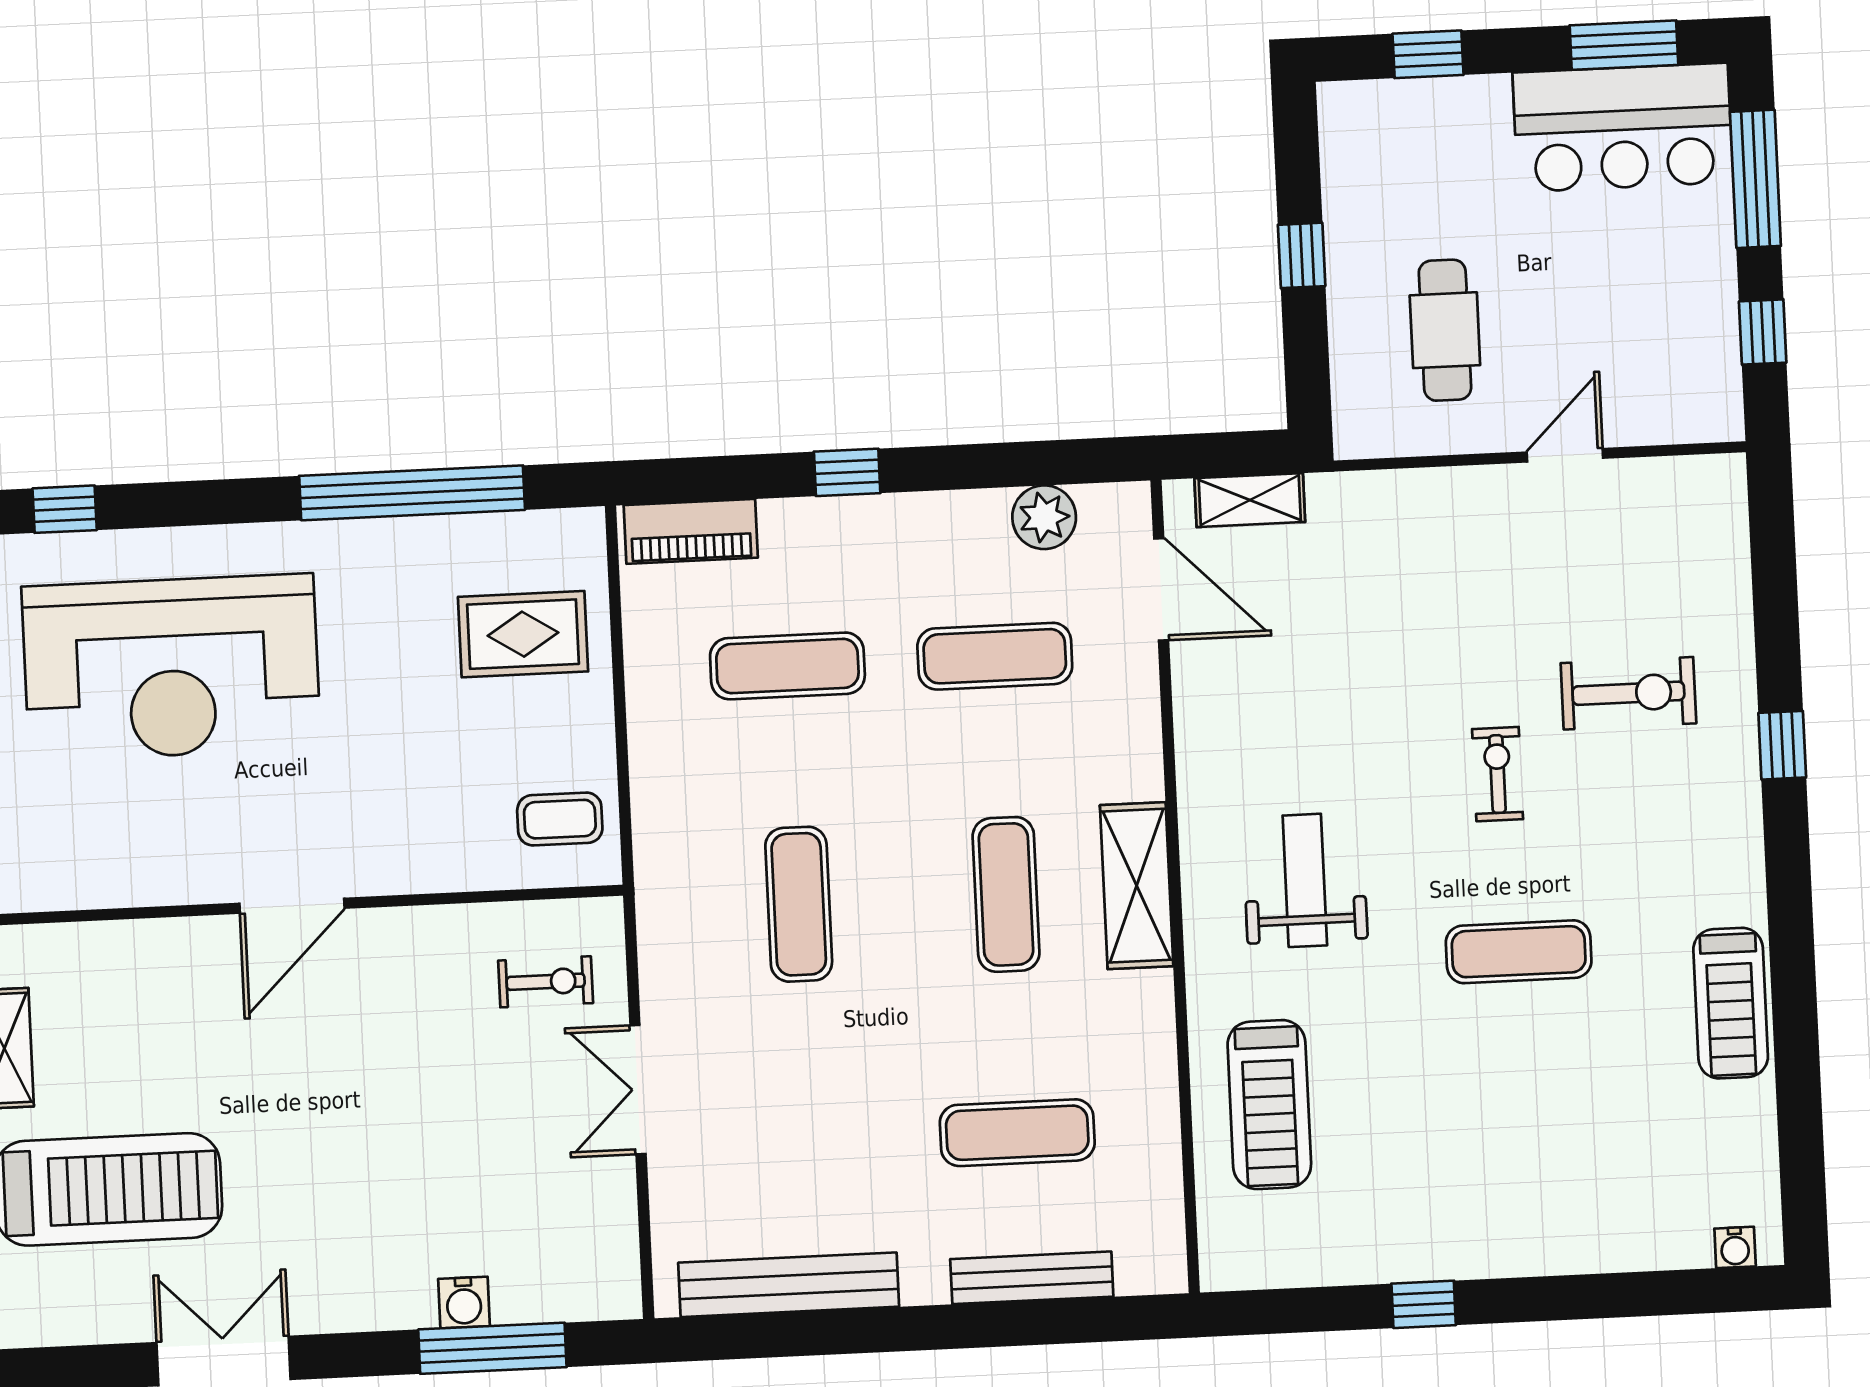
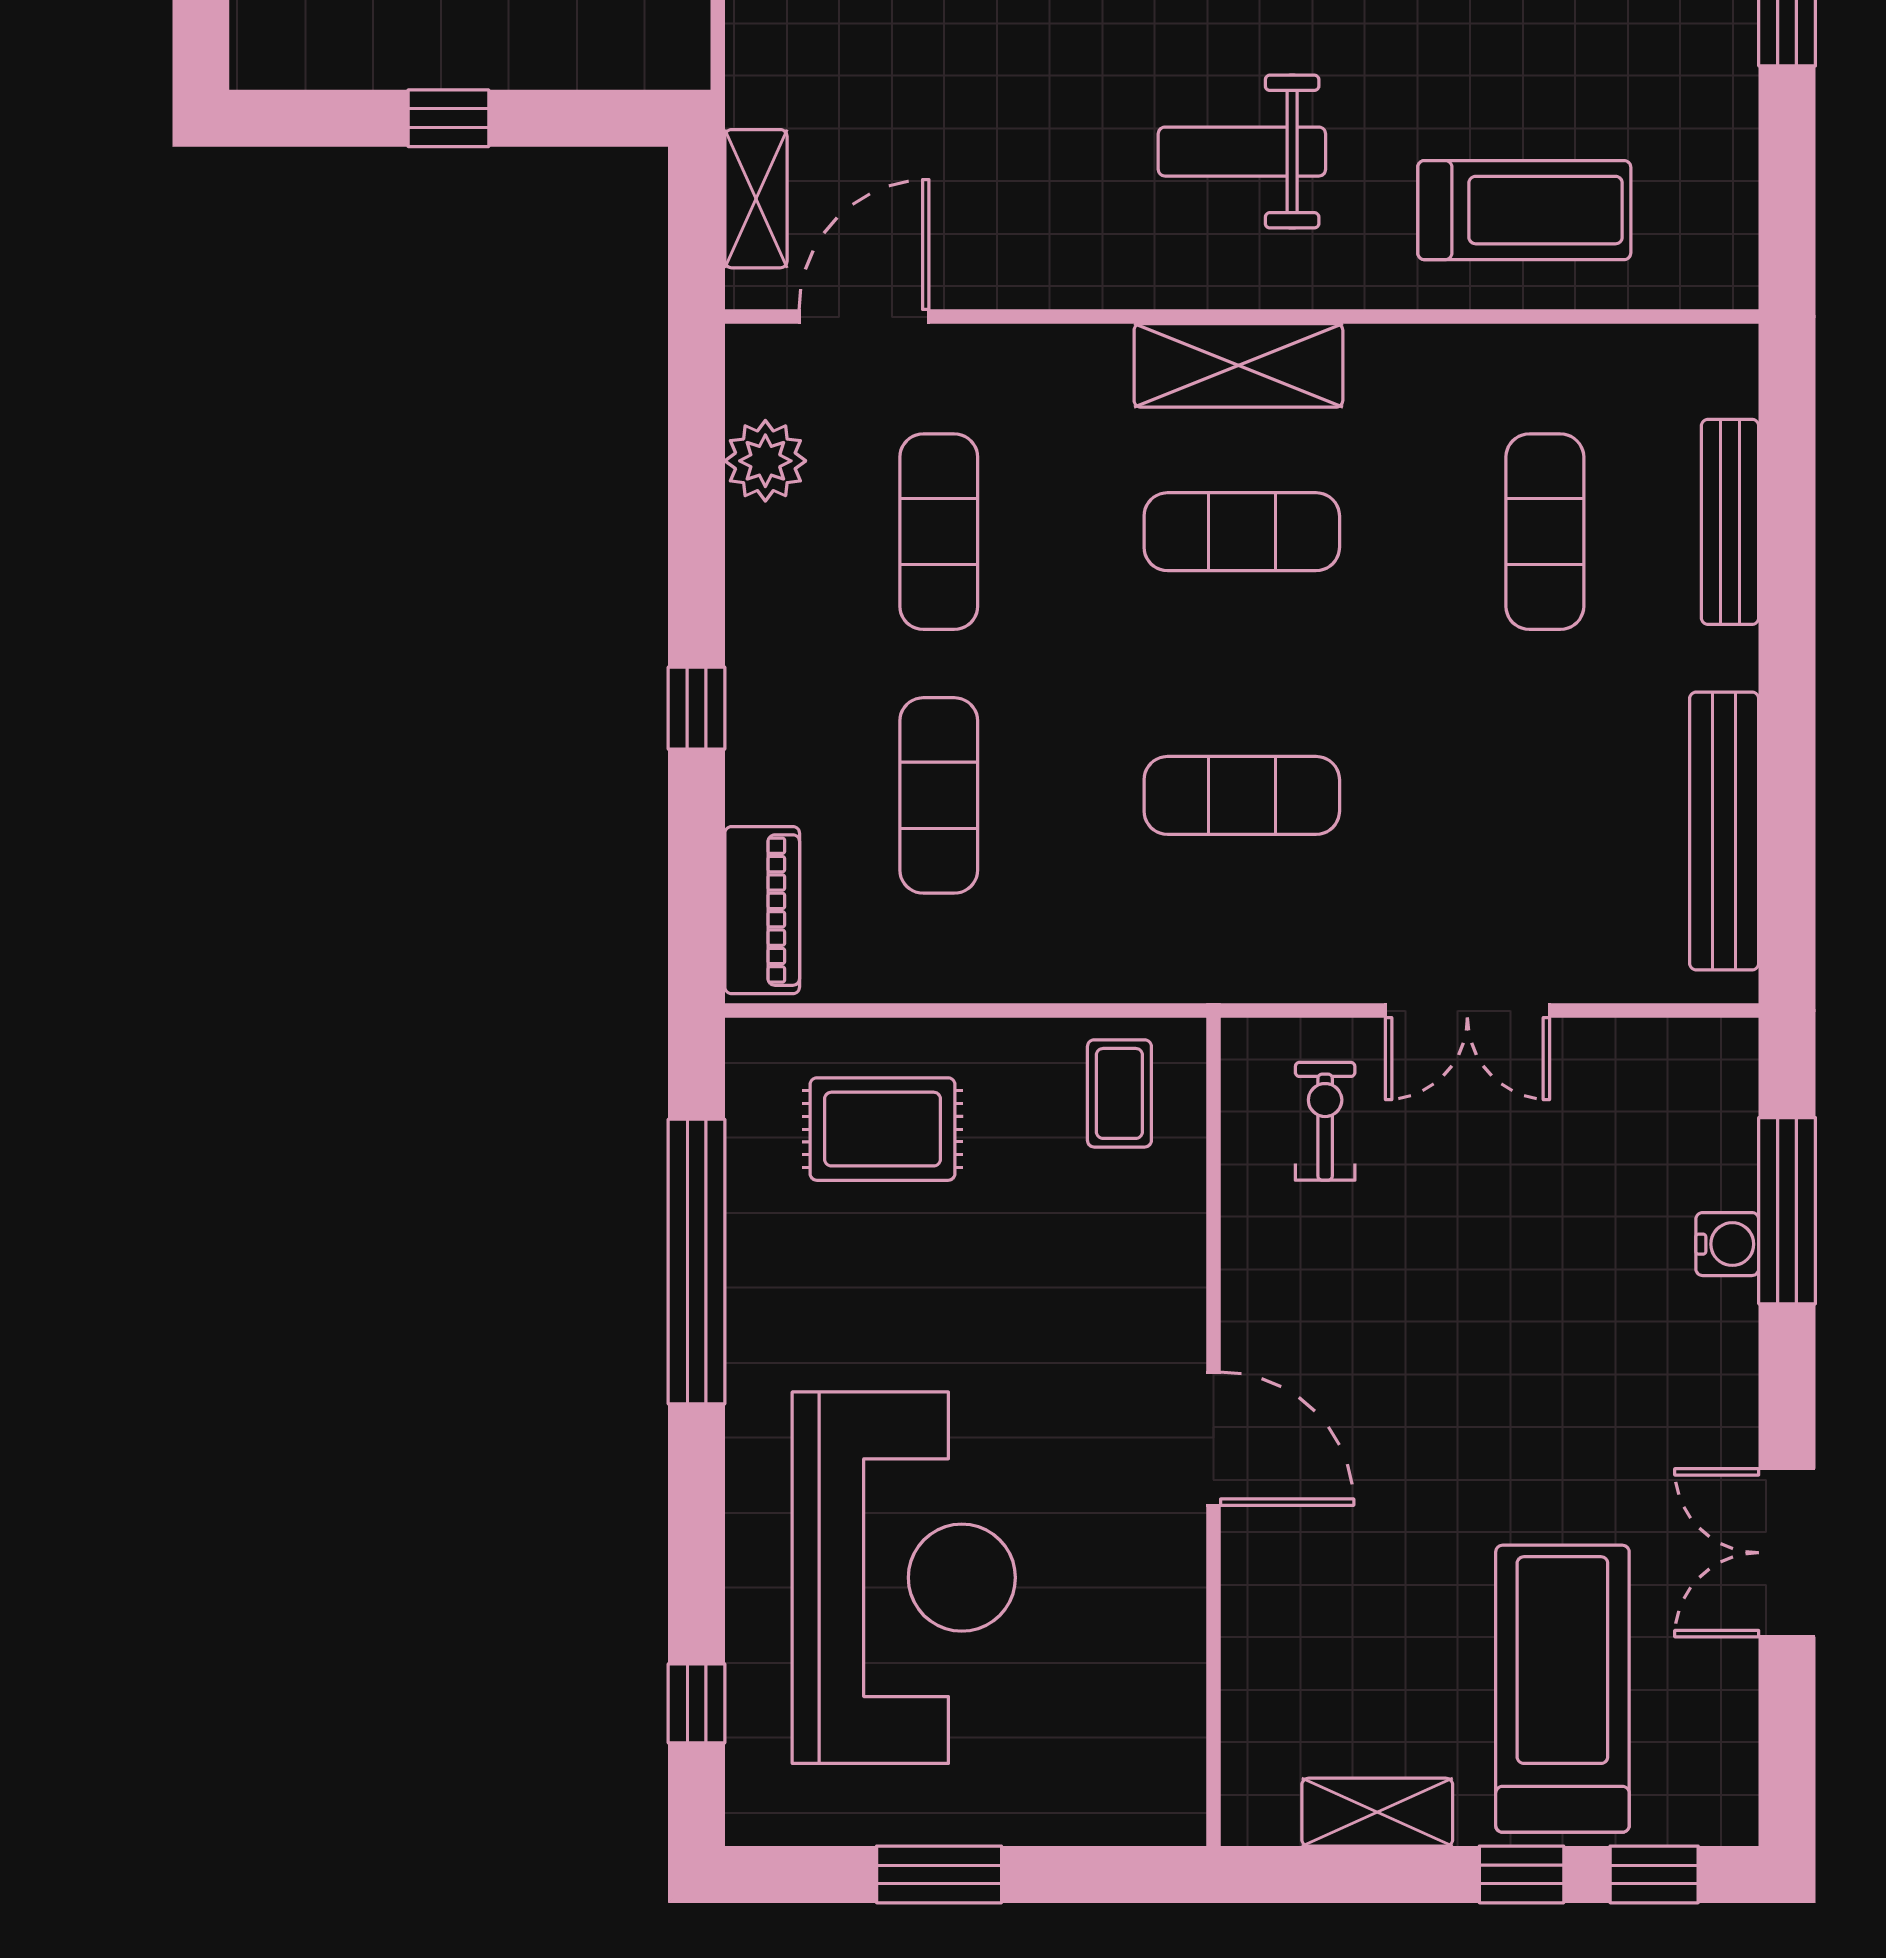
rug: (523, 634) -> (883, 1129), turned 90

